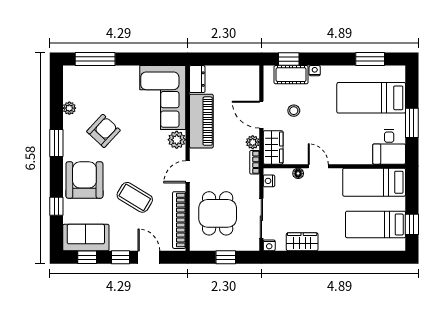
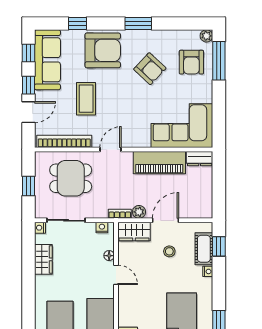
armchair: (97, 88) -> (191, 62), added
plant: (69, 108) -> (206, 36), moved
plant: (177, 140) -> (141, 139), removed
door: (318, 166) -> (116, 275), hinge flipped
door: (188, 172) -> (111, 149), hinge flipped
coffee table: (135, 197) -> (86, 99), turned -31
sofa: (86, 238) -> (47, 60), width x1.36

